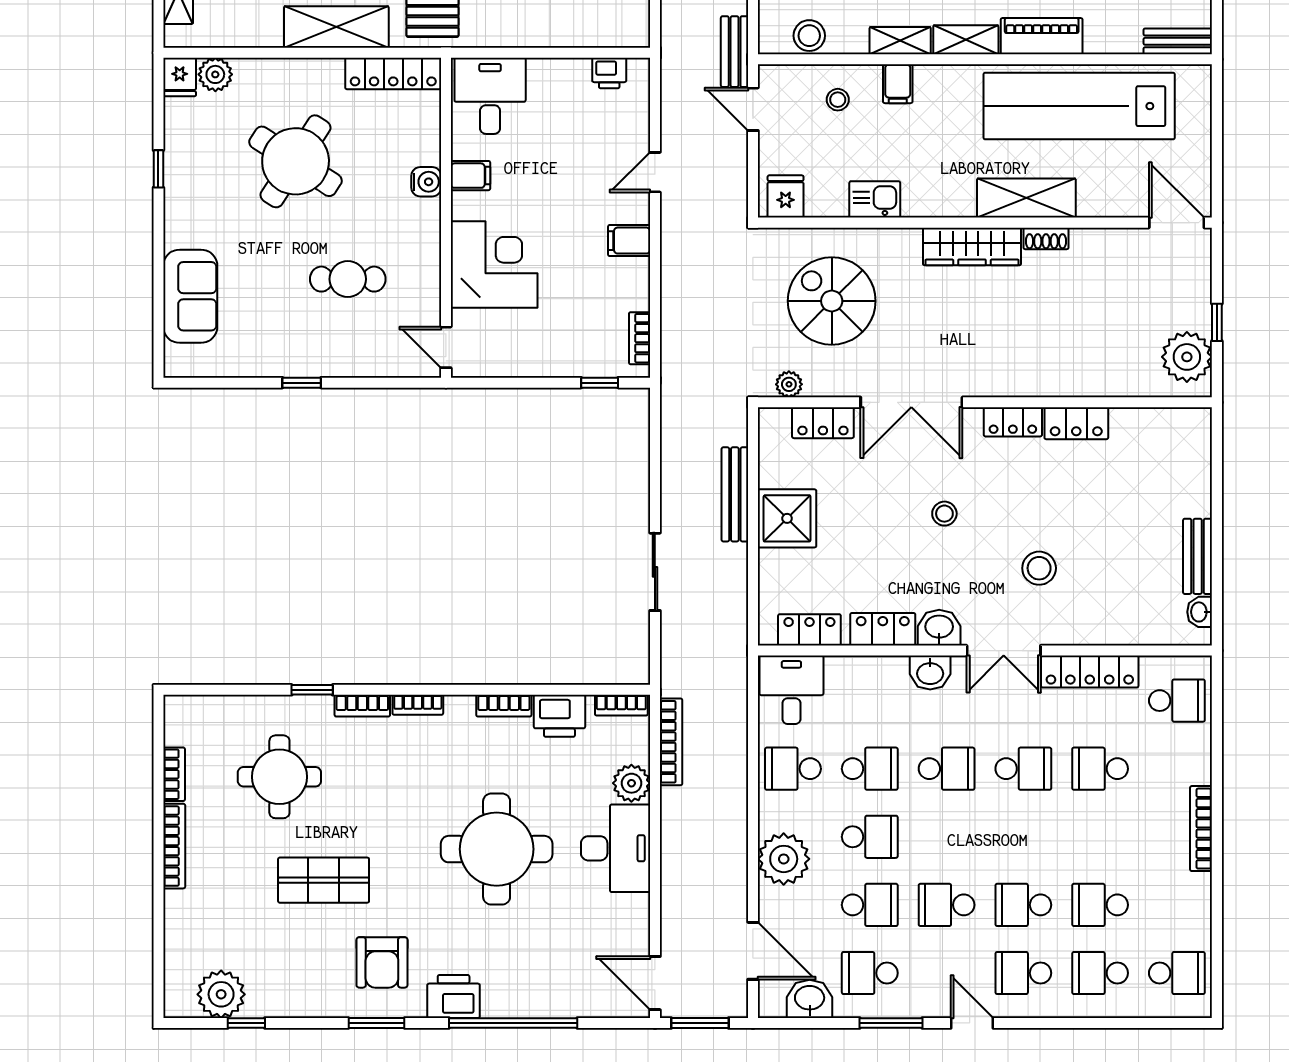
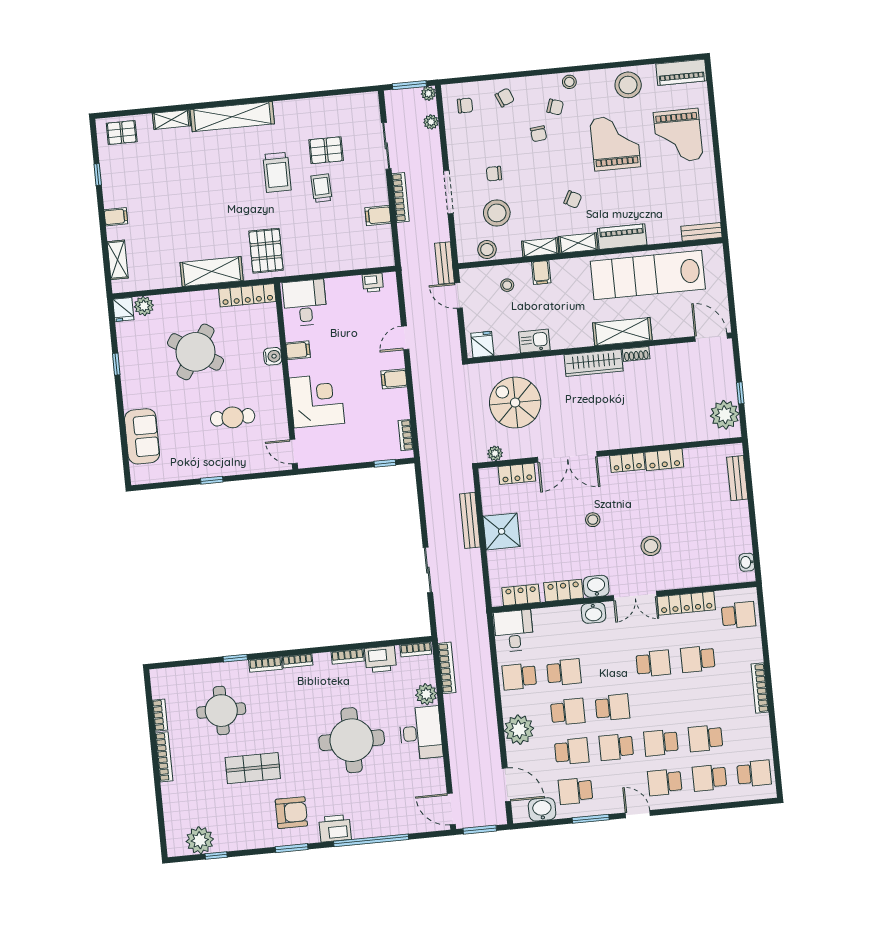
bench: (1198, 556) -> (737, 478), moved
school desk: (947, 769) -> (612, 707), moved
armchair: (382, 962) -> (291, 813), turned -90

